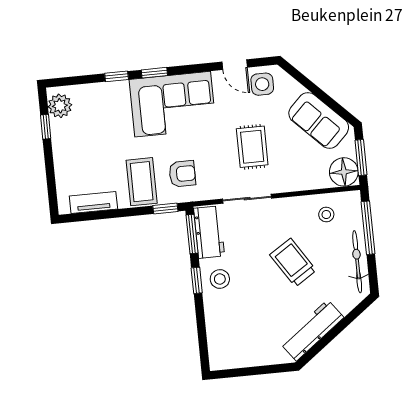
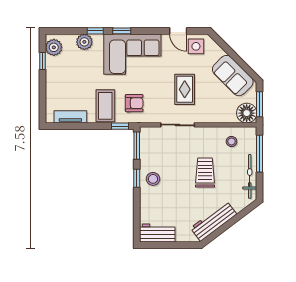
plant: (103, 94) -> (84, 42), added
workbench: (209, 232) -> (157, 233), moved, turned -90
trolley: (293, 262) -> (205, 173), turned 33

